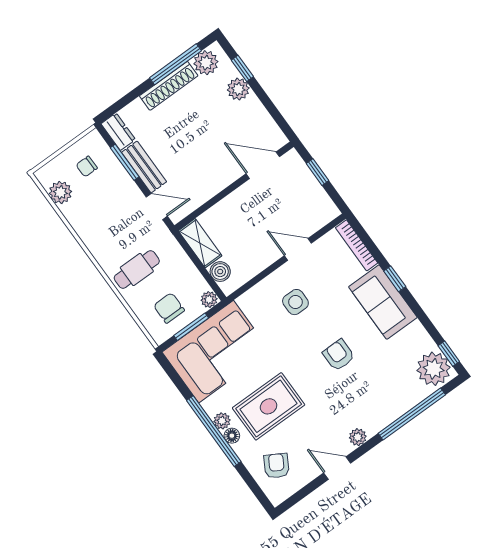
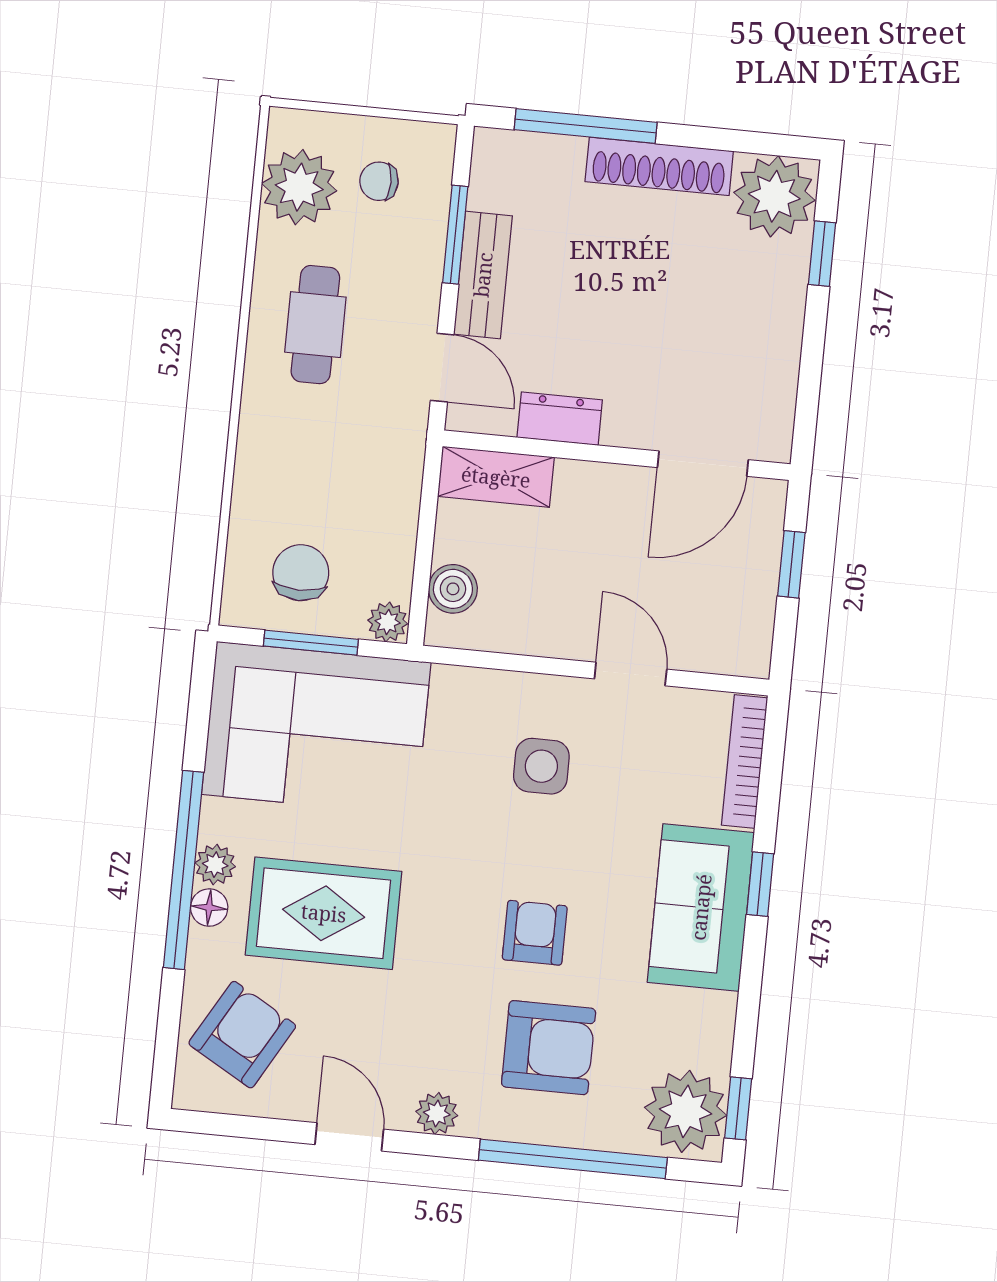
plant: (206, 63) -> (774, 196), width x1.36, depth x1.36
window: (175, 64) -> (586, 126), moved
plant: (238, 89) -> (781, 285), removed
dresser: (118, 132) -> (560, 419), moved, turned -90
door: (263, 165) -> (703, 464), swing flipped
plant: (60, 192) -> (299, 187), width x1.36, depth x1.36
shelving: (200, 243) -> (496, 477), moved, turned 90
cafe table: (137, 270) -> (315, 325), moved, turned 90
armchair: (374, 386) -> (549, 1048), added
armchair: (277, 466) -> (242, 1035), width x1.38, depth x1.38

